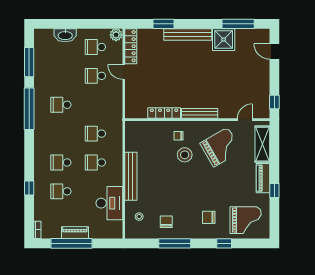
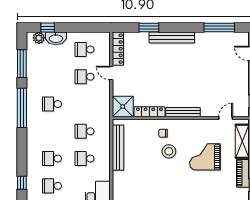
window: (56, 24) -> (48, 28), added
plant: (116, 35) -> (39, 38), moved
shower: (224, 40) -> (123, 107), moved
grand piano: (221, 147) -> (205, 157), moved, turned -150
bench: (131, 176) -> (118, 148), moved

